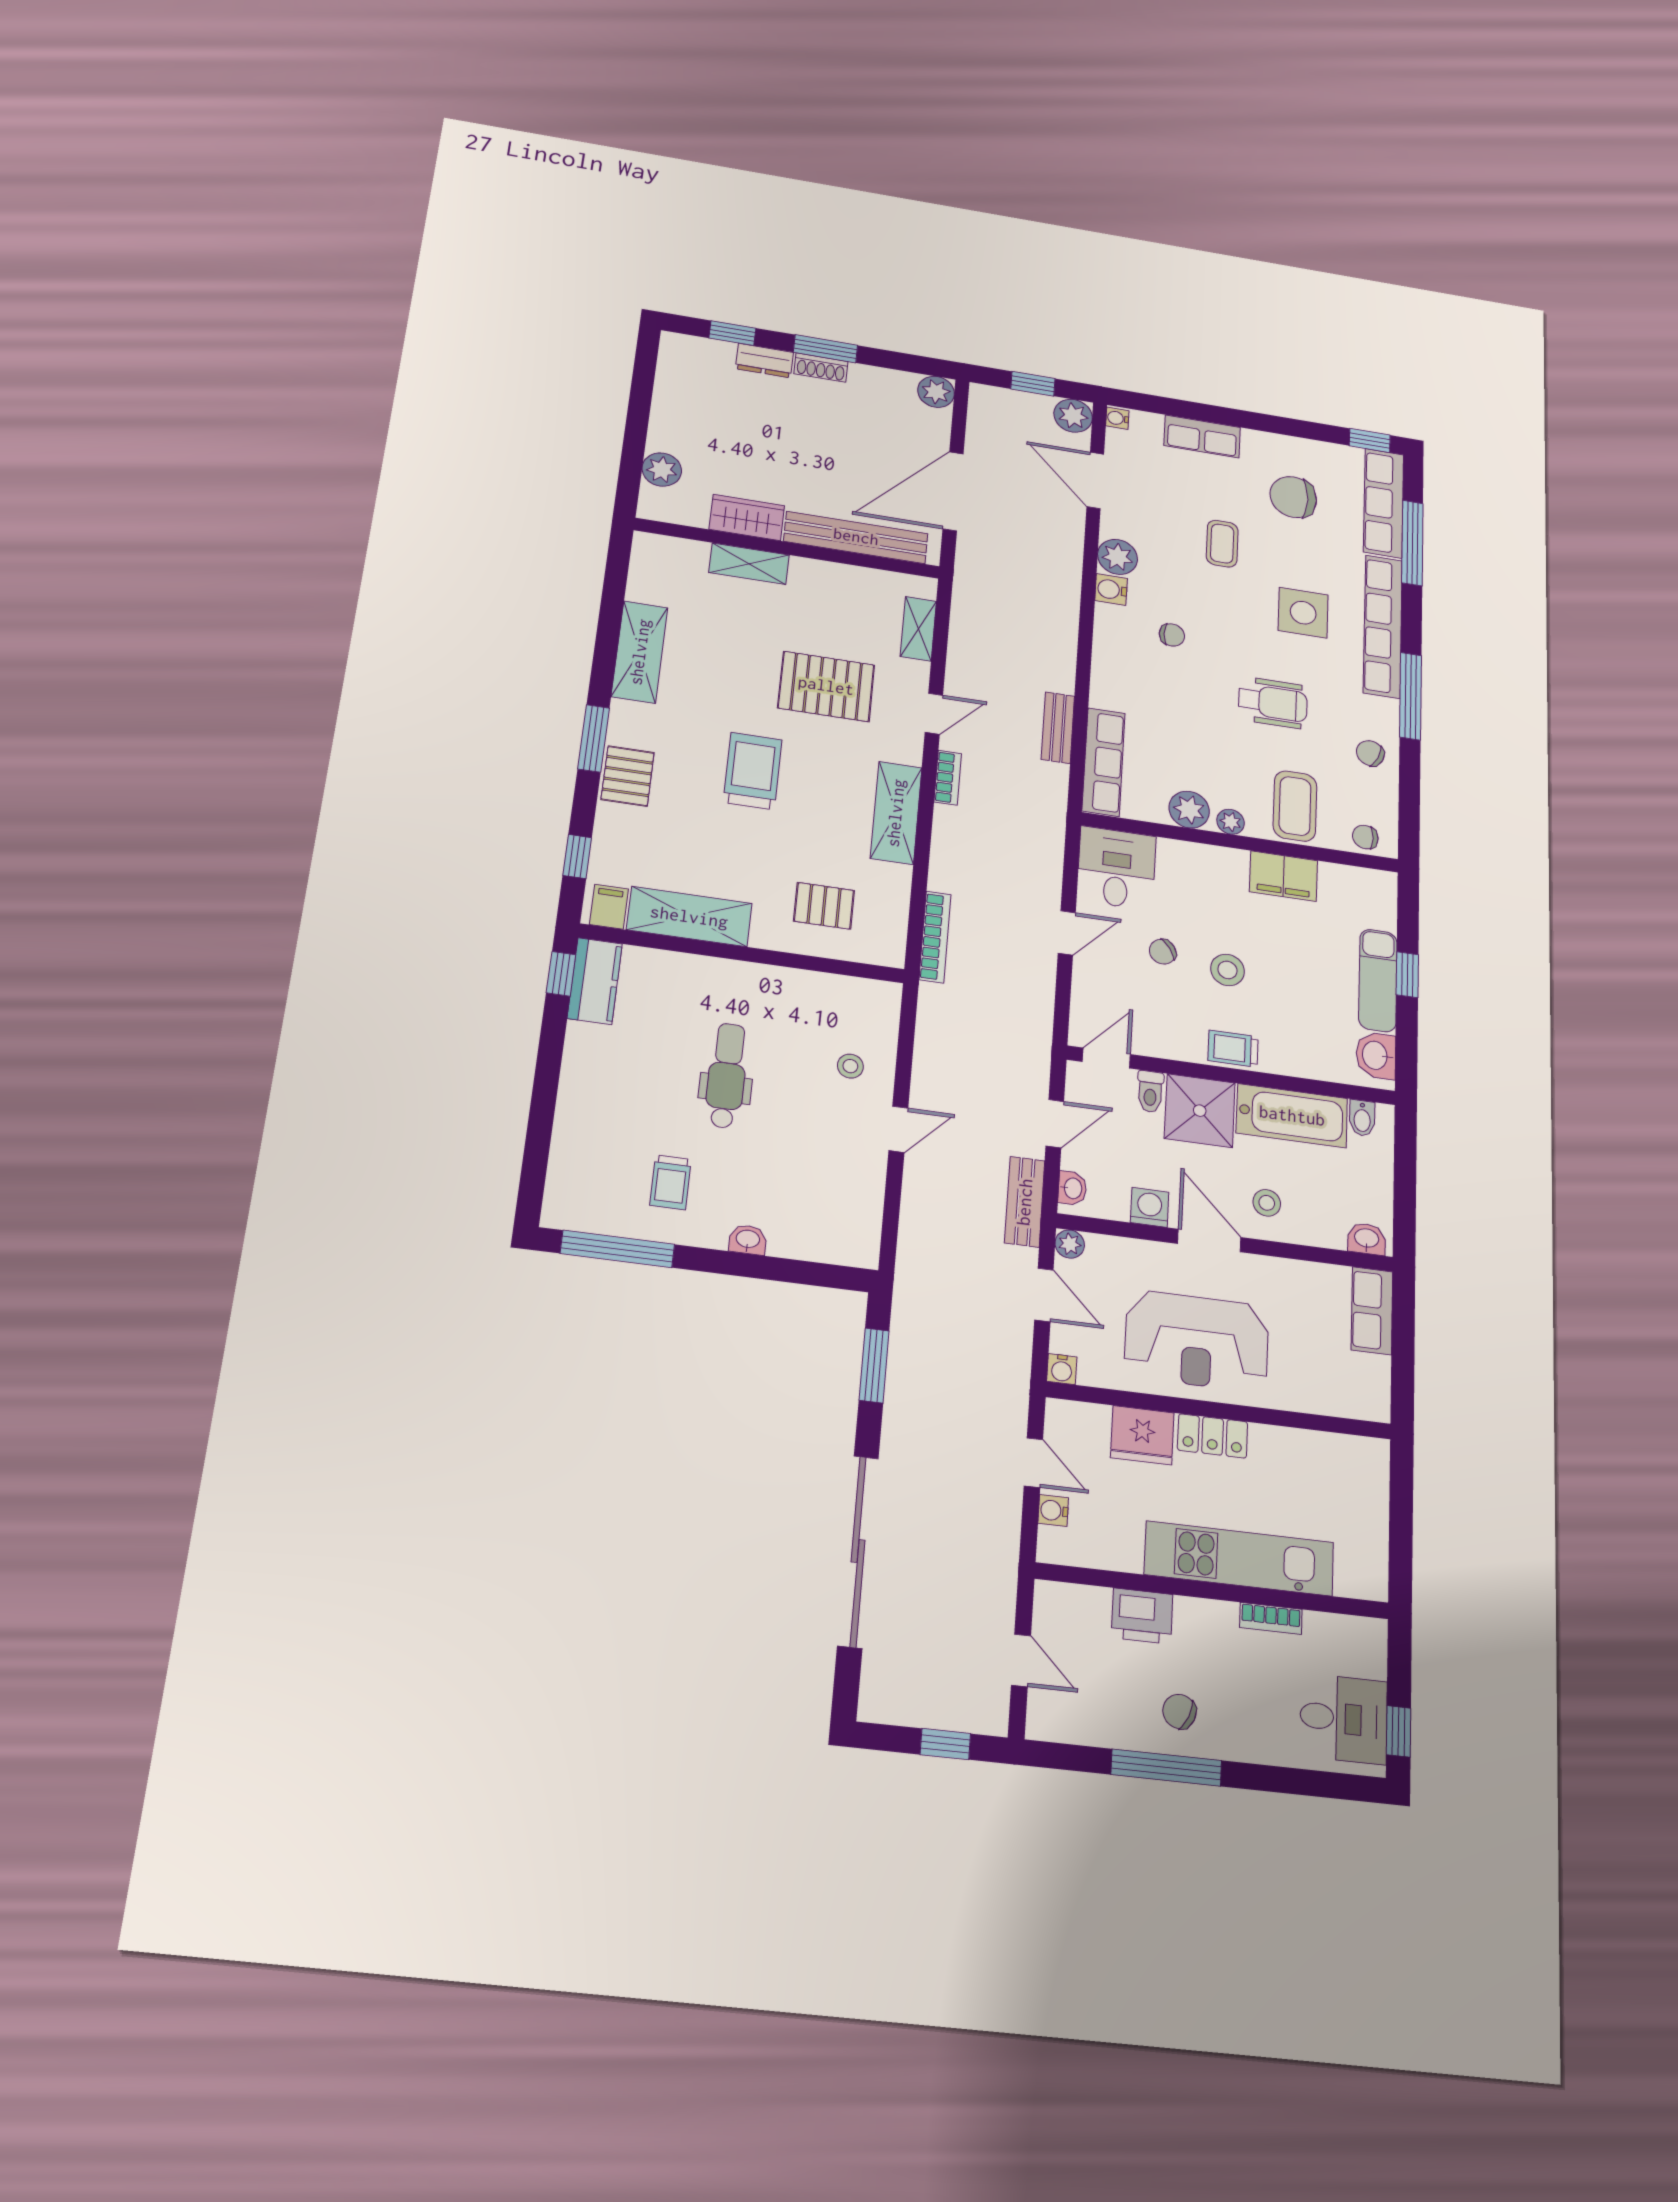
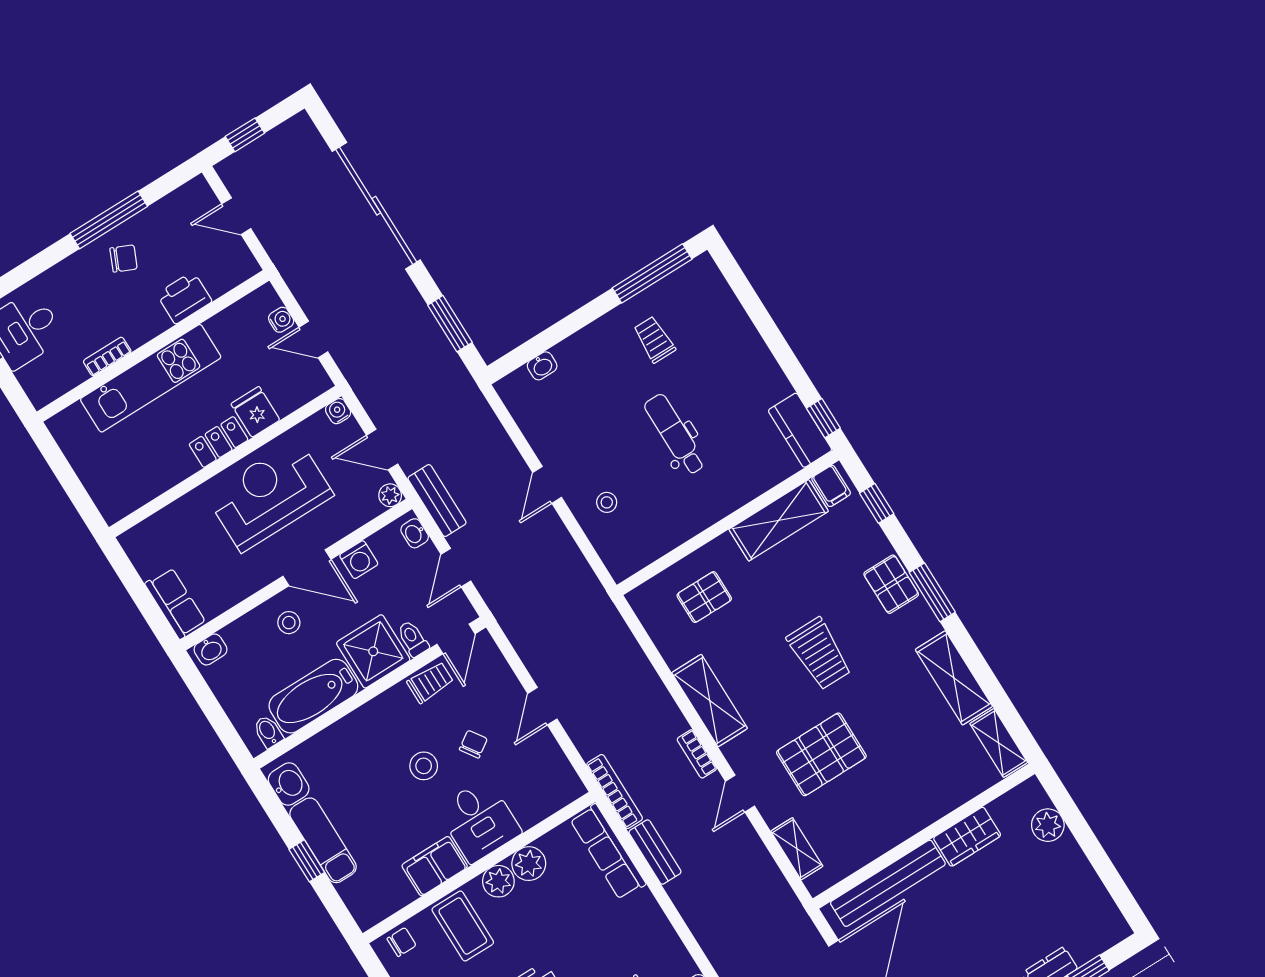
shelving: (749, 564) -> (999, 743), moved, turned 90
plant: (1231, 822) -> (498, 881), width x1.38, depth x1.38
desk: (1116, 868) -> (479, 821), moved
bookcase: (935, 937) -> (615, 791), moved, turned 180
trolley: (1233, 1049) -> (430, 682), moved
dental chair: (727, 1076) -> (675, 434), turned 180
washbasin: (748, 1240) -> (542, 366), moved
fridge: (1142, 1435) -> (255, 412), width x0.72

